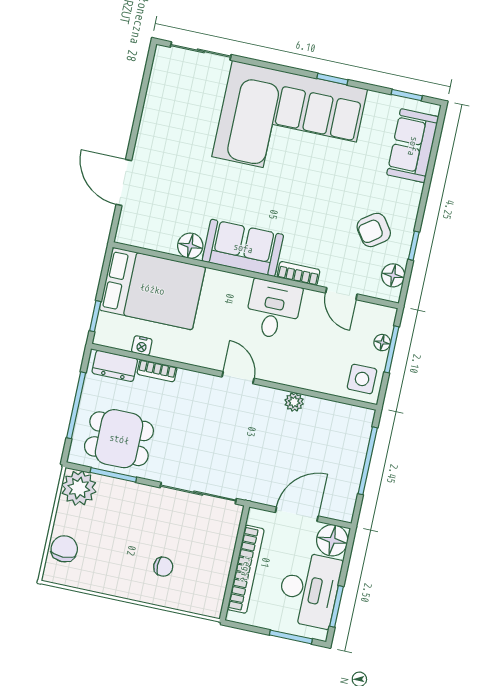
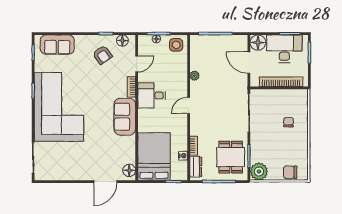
floor lamp: (190, 246) -> (129, 170), moved

